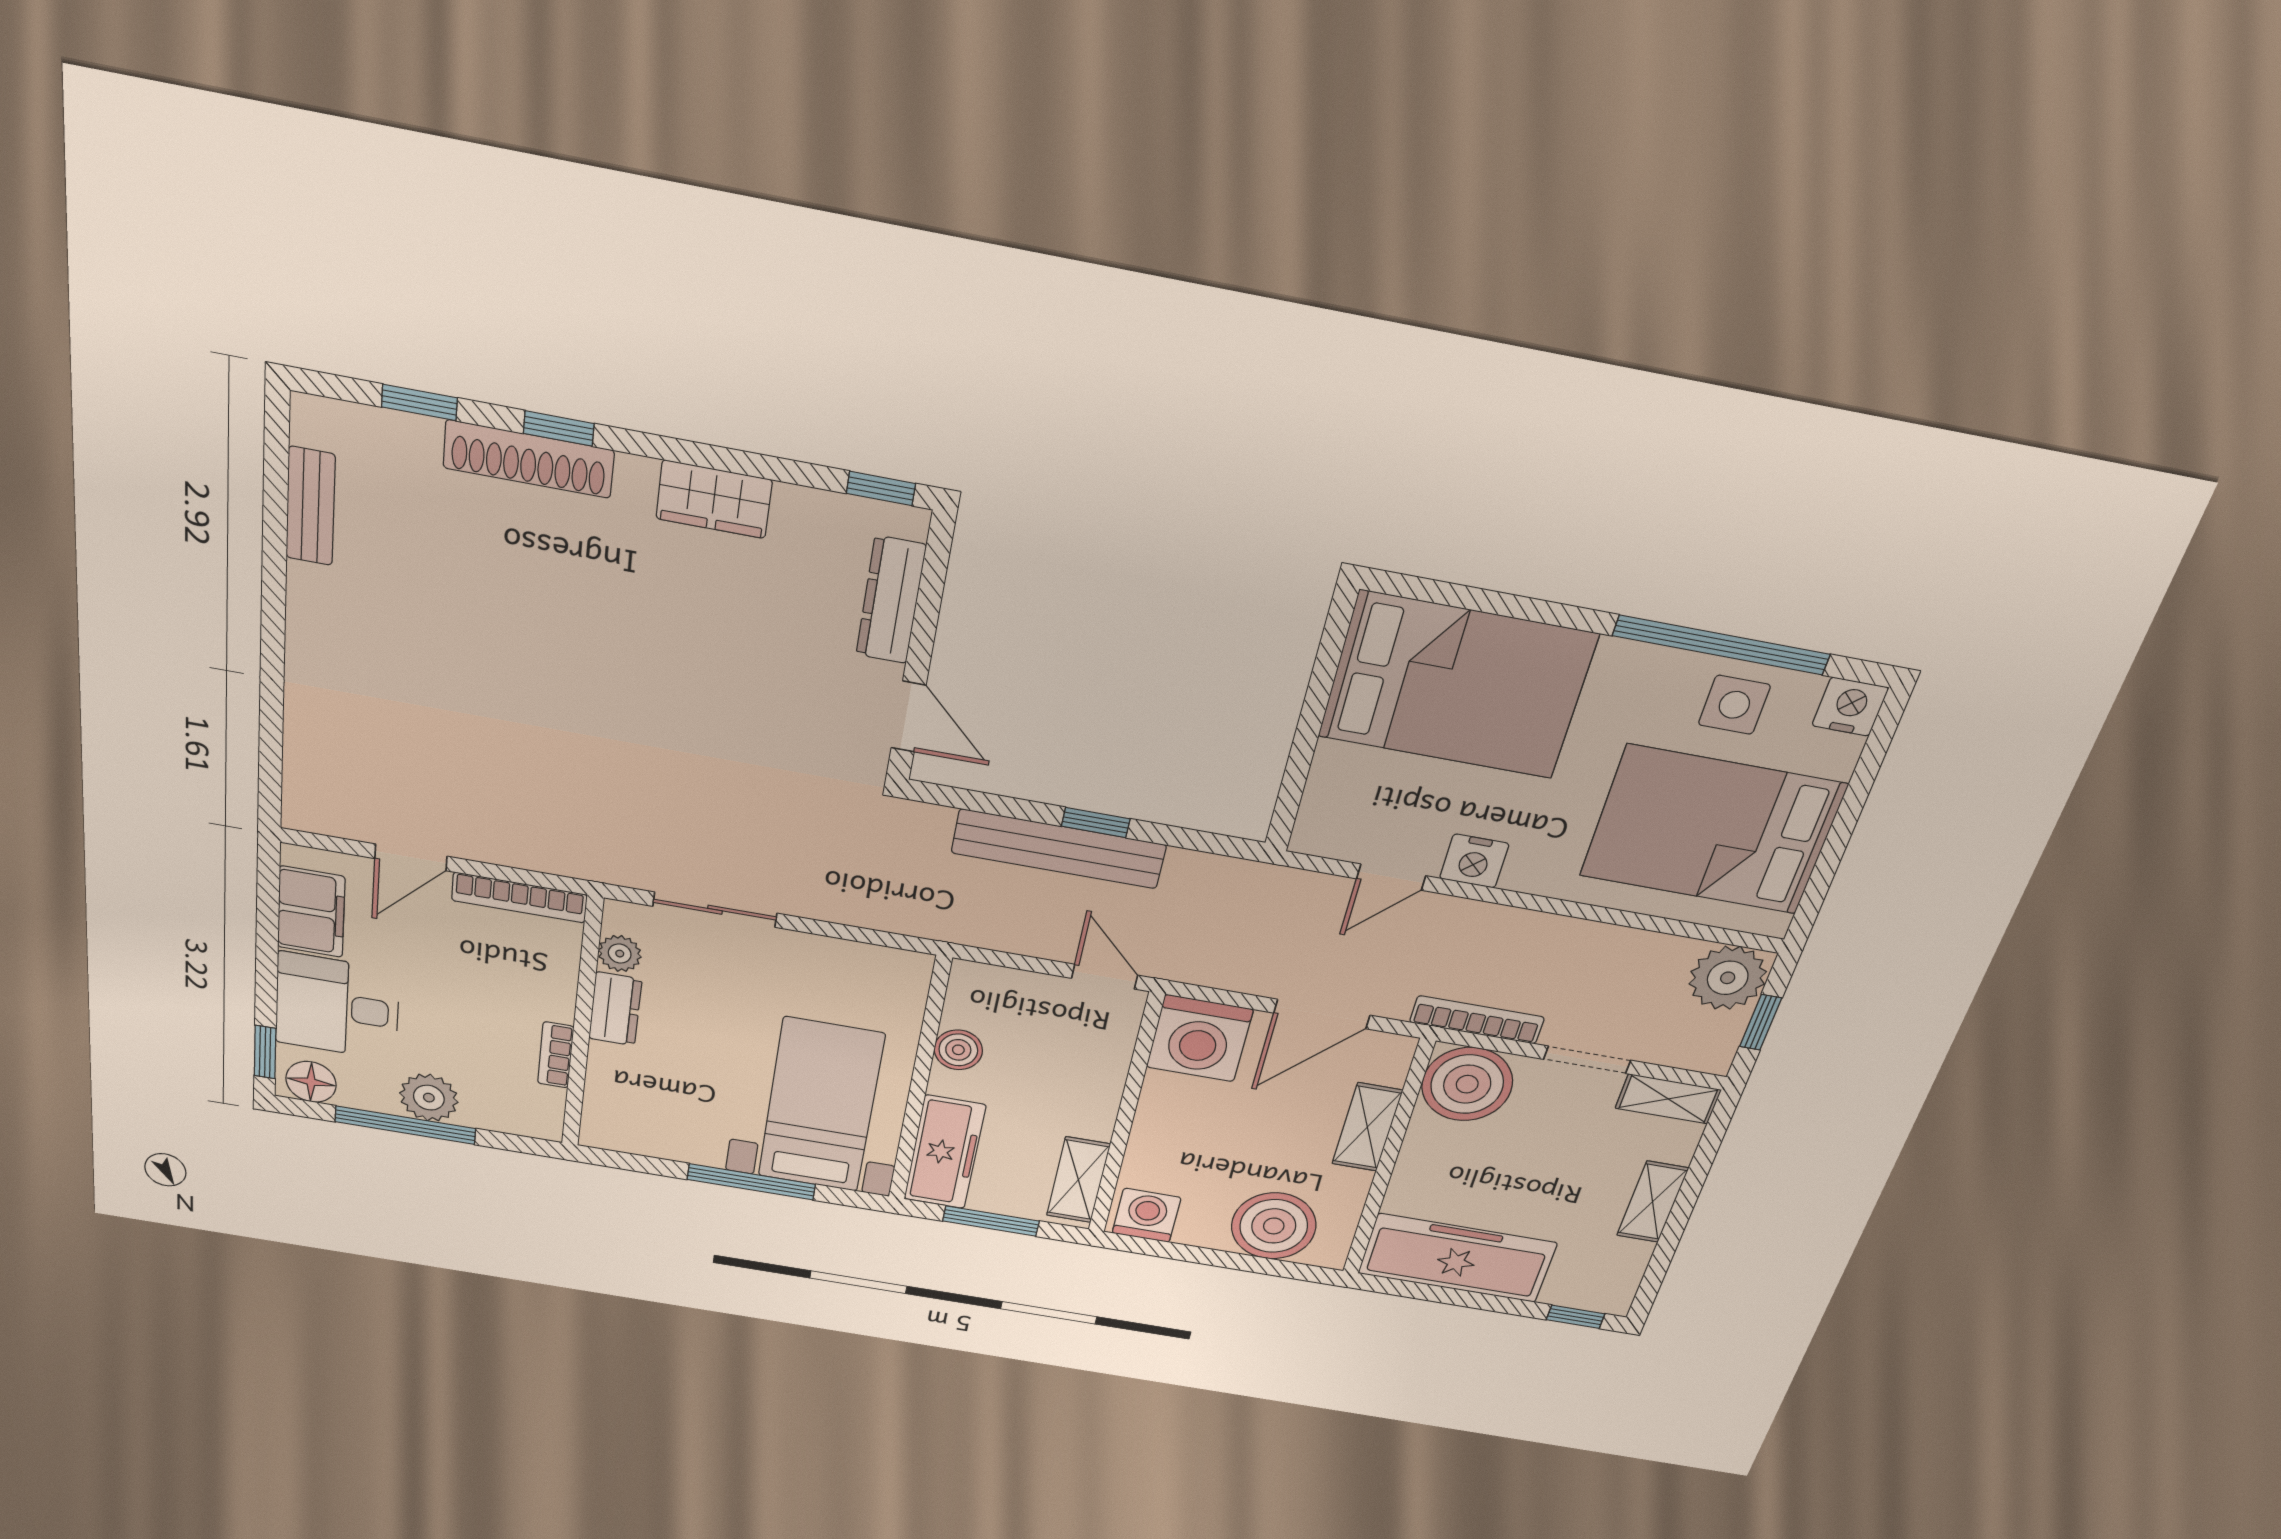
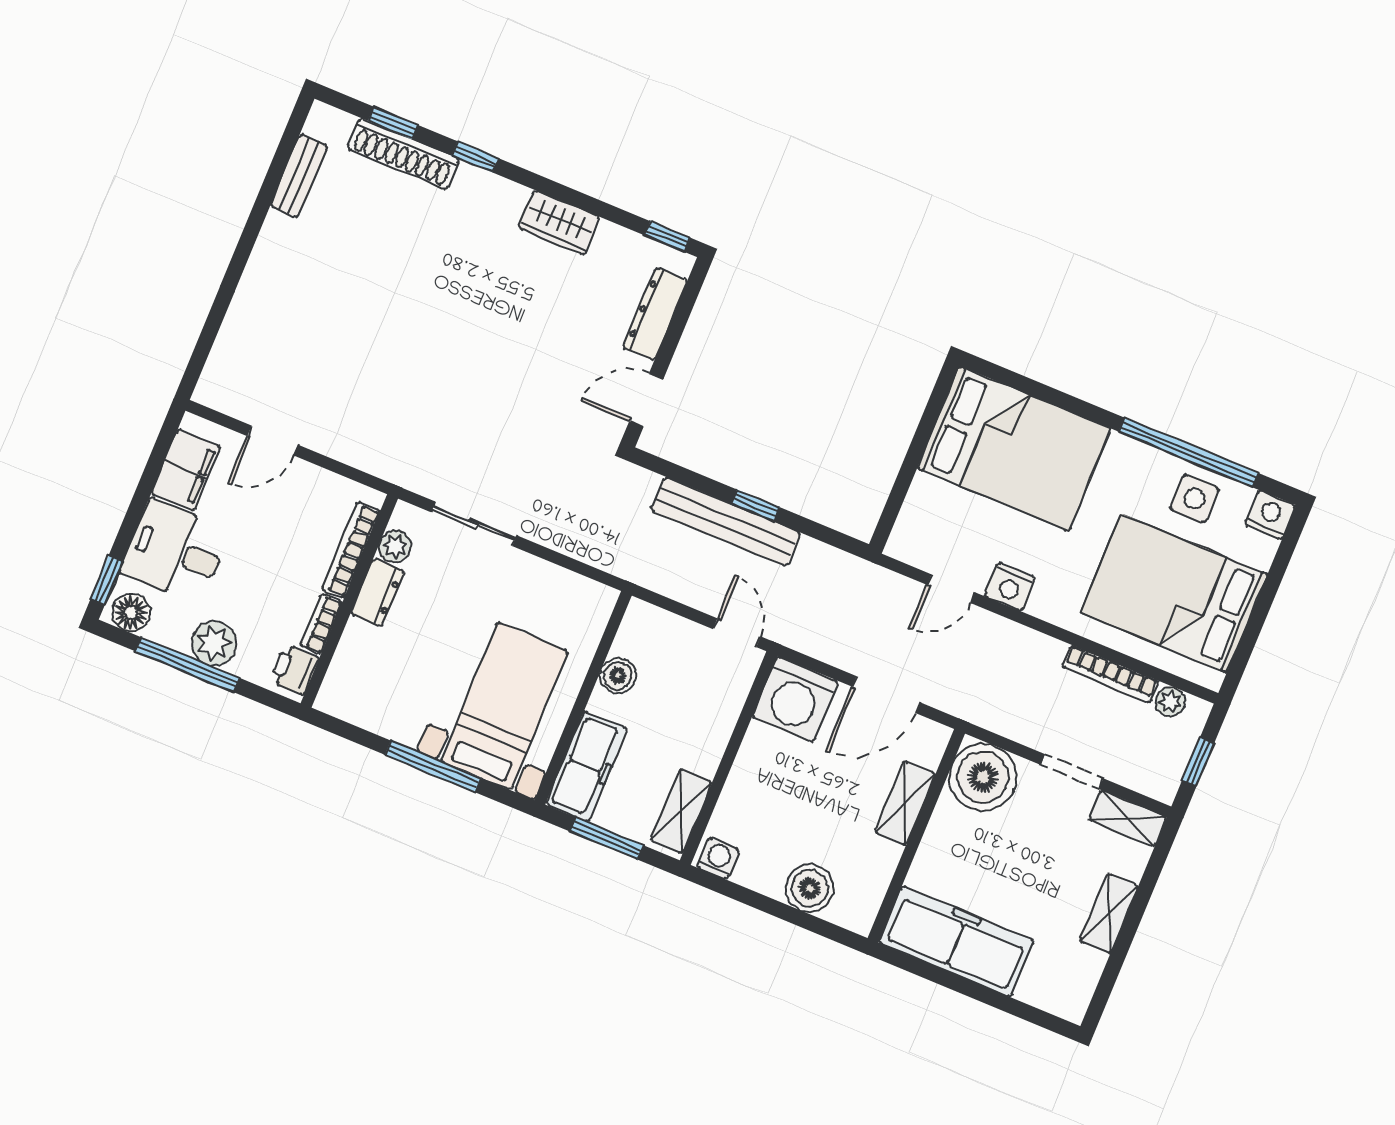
shoe rack: (529, 459) -> (403, 154), moved
door: (908, 717) -> (646, 400), swing flipped
bookcase: (519, 898) -> (351, 550), moved, turned 90
plant: (1728, 978) -> (1170, 702), width x0.53, depth x0.53
bookcase: (1477, 1020) -> (1111, 674), moved, turned 180
printer: (541, 1109) -> (294, 669), added
washing machine: (1147, 1215) -> (718, 858), width x0.73, depth x0.73
boiler: (1274, 1226) -> (810, 888), width x0.73, depth x0.73
window: (1575, 1317) -> (1041, 1018), removed

